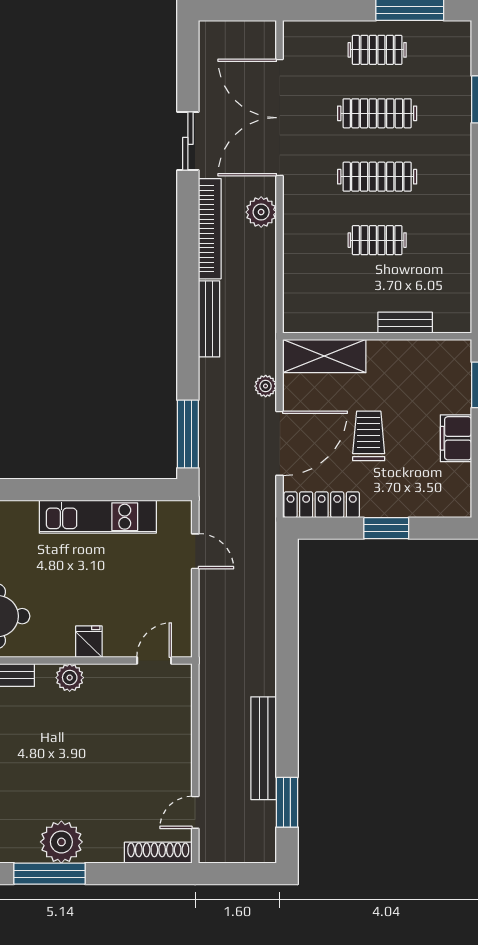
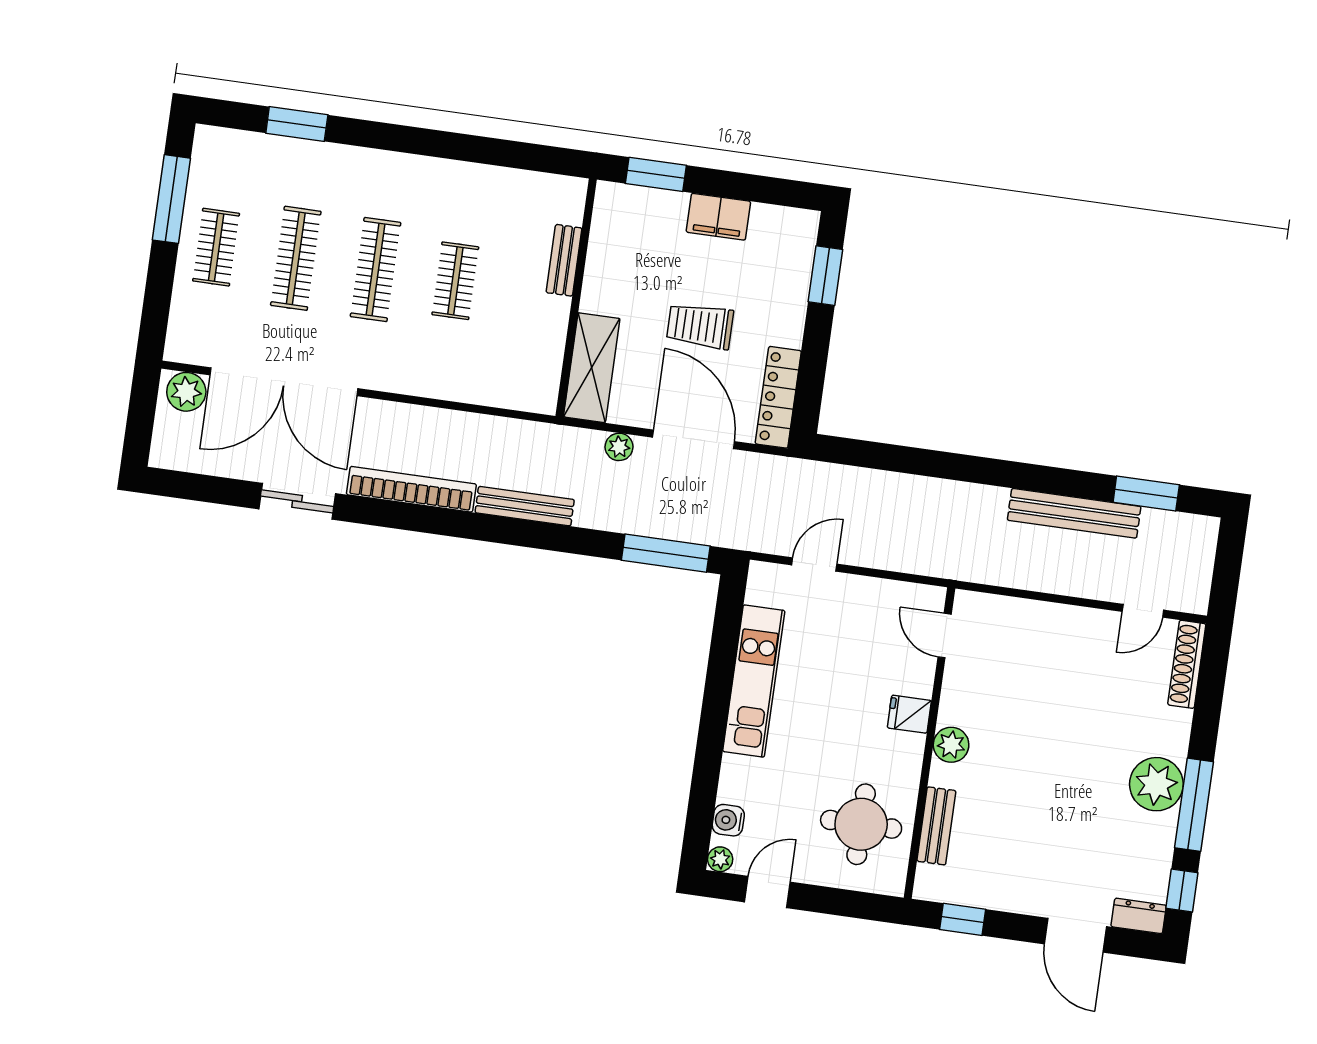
plant: (261, 212) -> (186, 392), moved
window: (386, 528) -> (825, 276), moved
door: (195, 812) -> (1143, 611), hinge flipped

